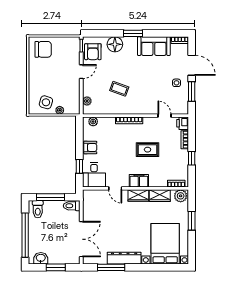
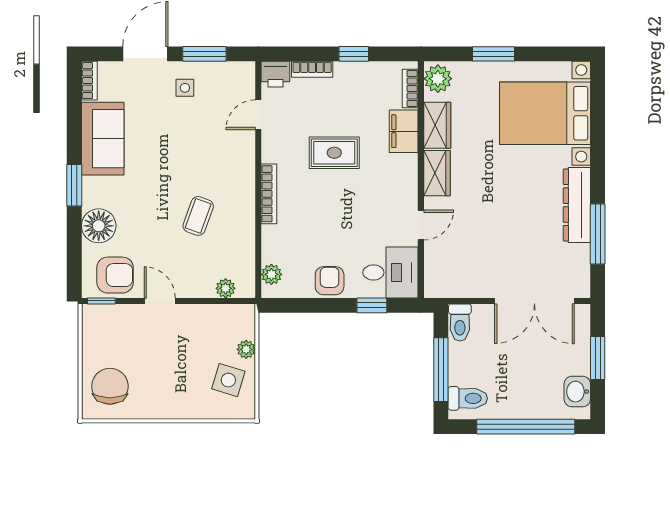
rug: (148, 150) -> (334, 153), turned 90
filing cabinet: (139, 181) -> (404, 131), moved
double door: (81, 239) -> (534, 301), swing flipped

